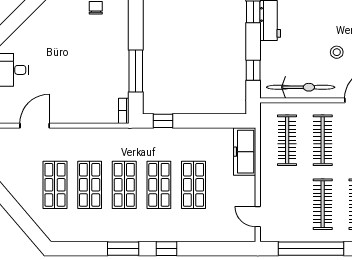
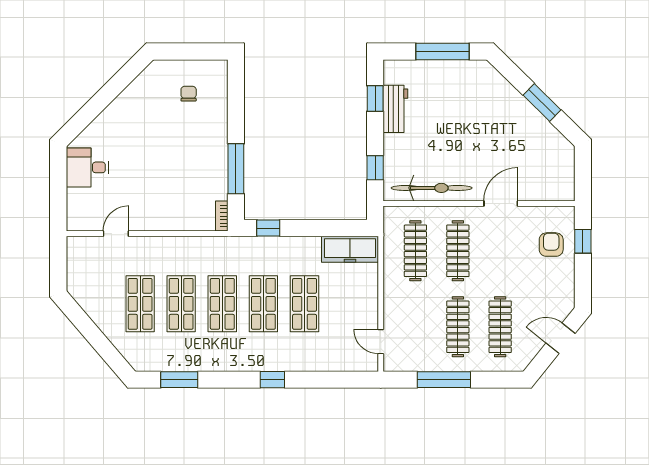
stool: (337, 52) -> (474, 146), removed
door: (35, 126) -> (116, 234), width x0.73
freezer: (245, 152) -> (350, 249), moved, turned -90
window: (123, 249) -> (179, 380), moved
window: (311, 249) -> (444, 380), width x0.68

